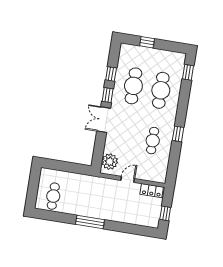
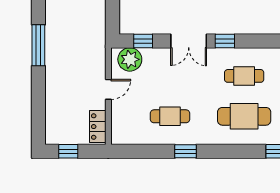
window: (111, 74) -> (143, 41), moved
cafe table: (133, 86) -> (244, 76), width x0.73, depth x0.74
double door: (104, 120) -> (189, 41), swing flipped
door: (128, 179) -> (108, 89), hinge flipped

